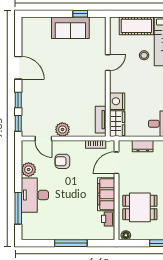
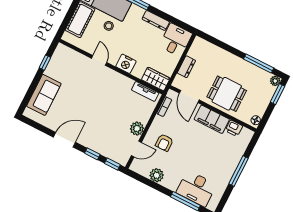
sofa: (70, 28) -> (44, 95), moved
nightstand: (117, 101) -> (126, 64), moved
desk: (35, 195) -> (196, 189), moved
dining table: (140, 207) -> (227, 94), moved, turned 90

